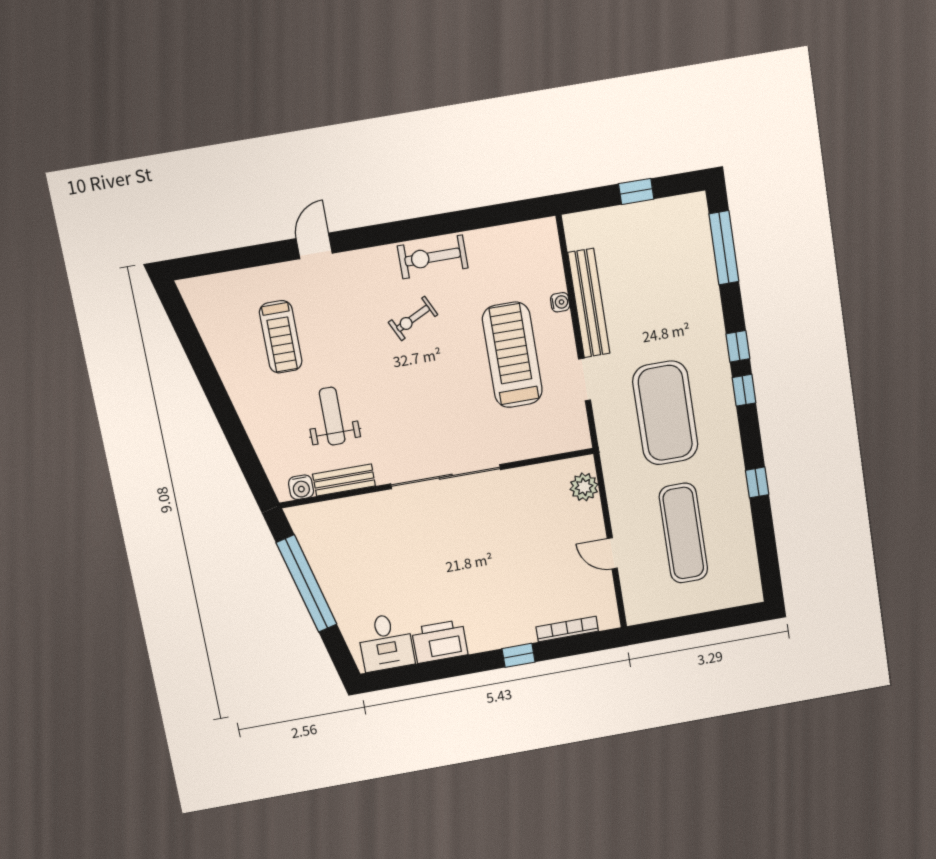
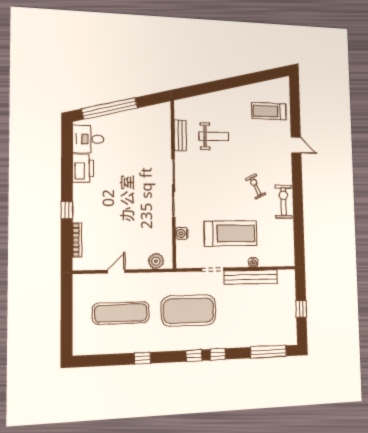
treadmill: (281, 337) -> (269, 111), moved
water cooler: (301, 487) -> (182, 233), moved
window: (307, 584) -> (110, 108), moved

